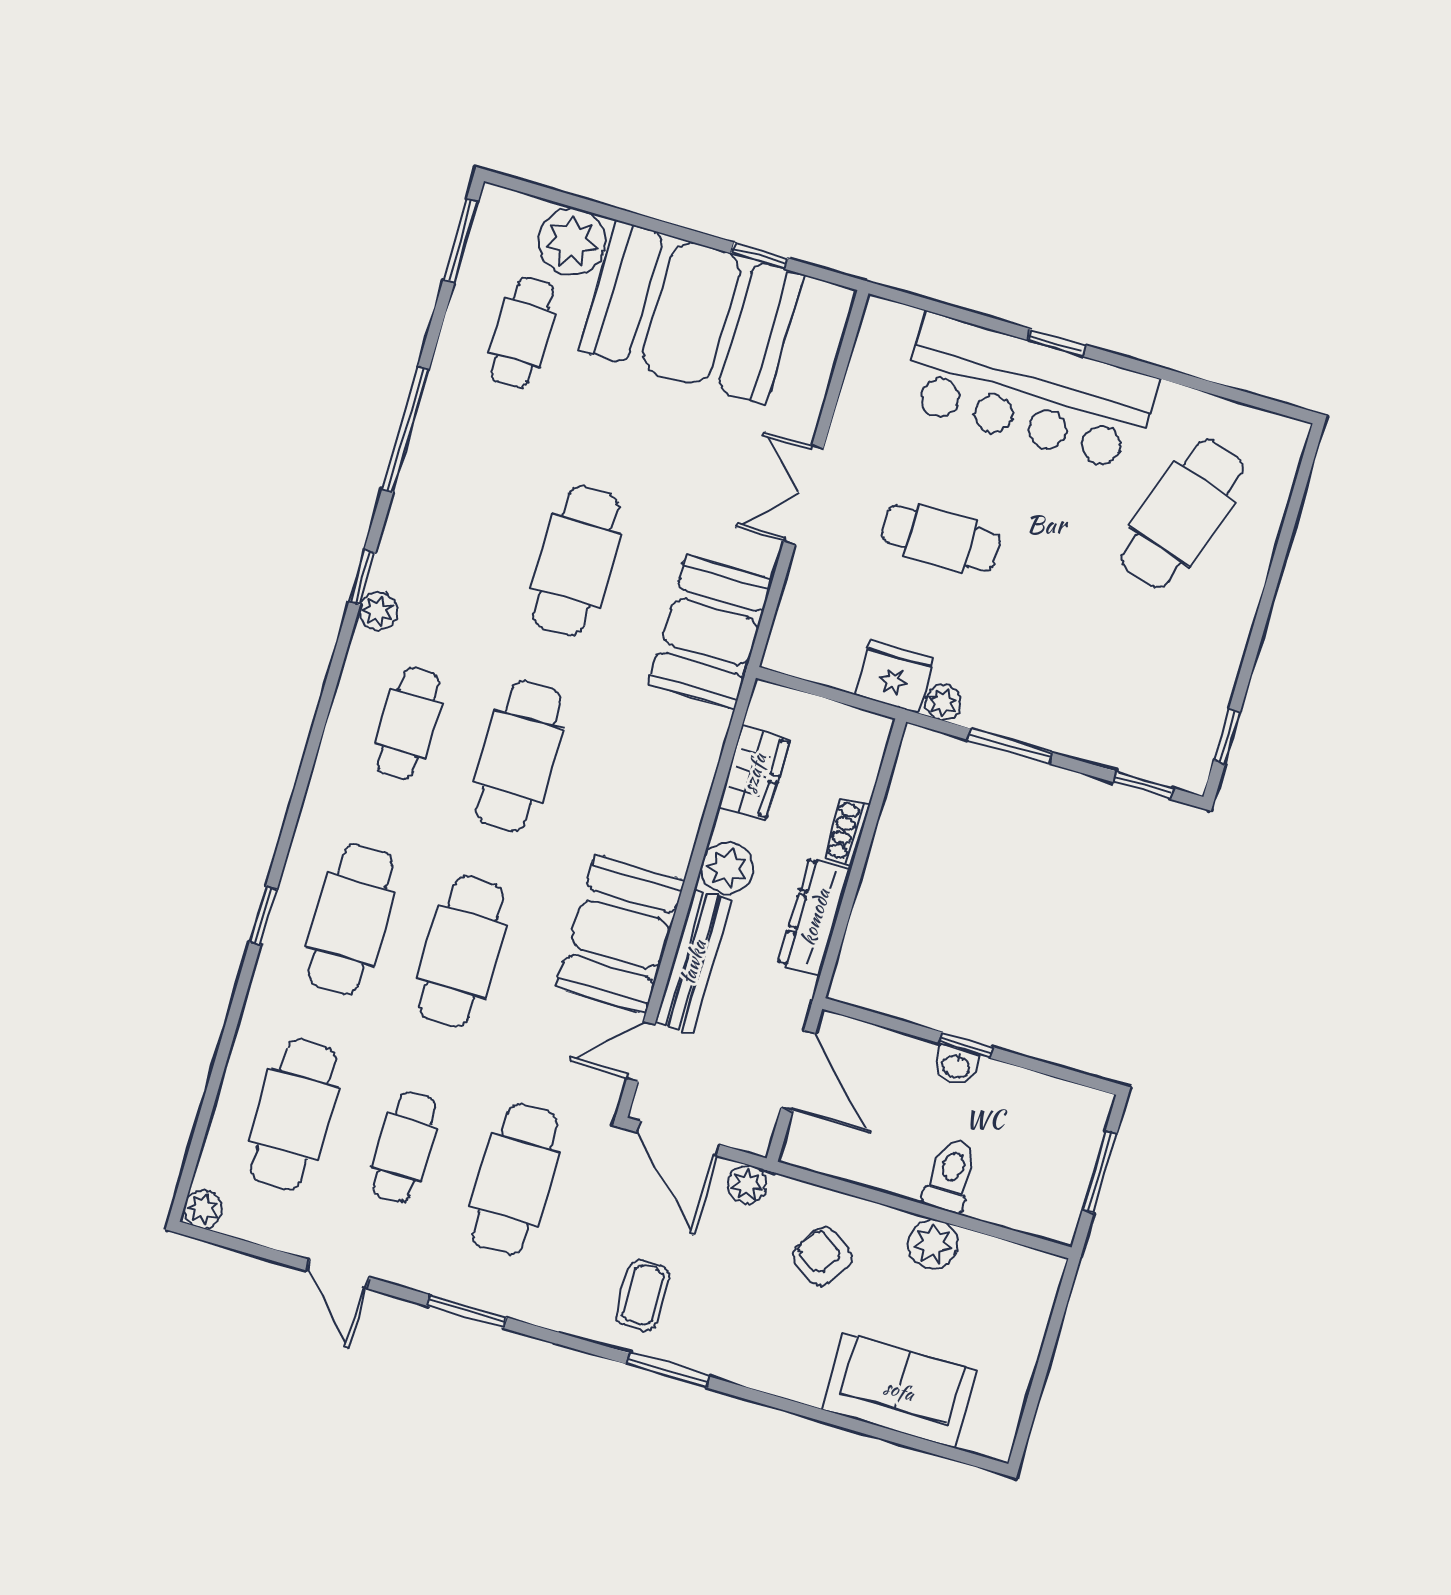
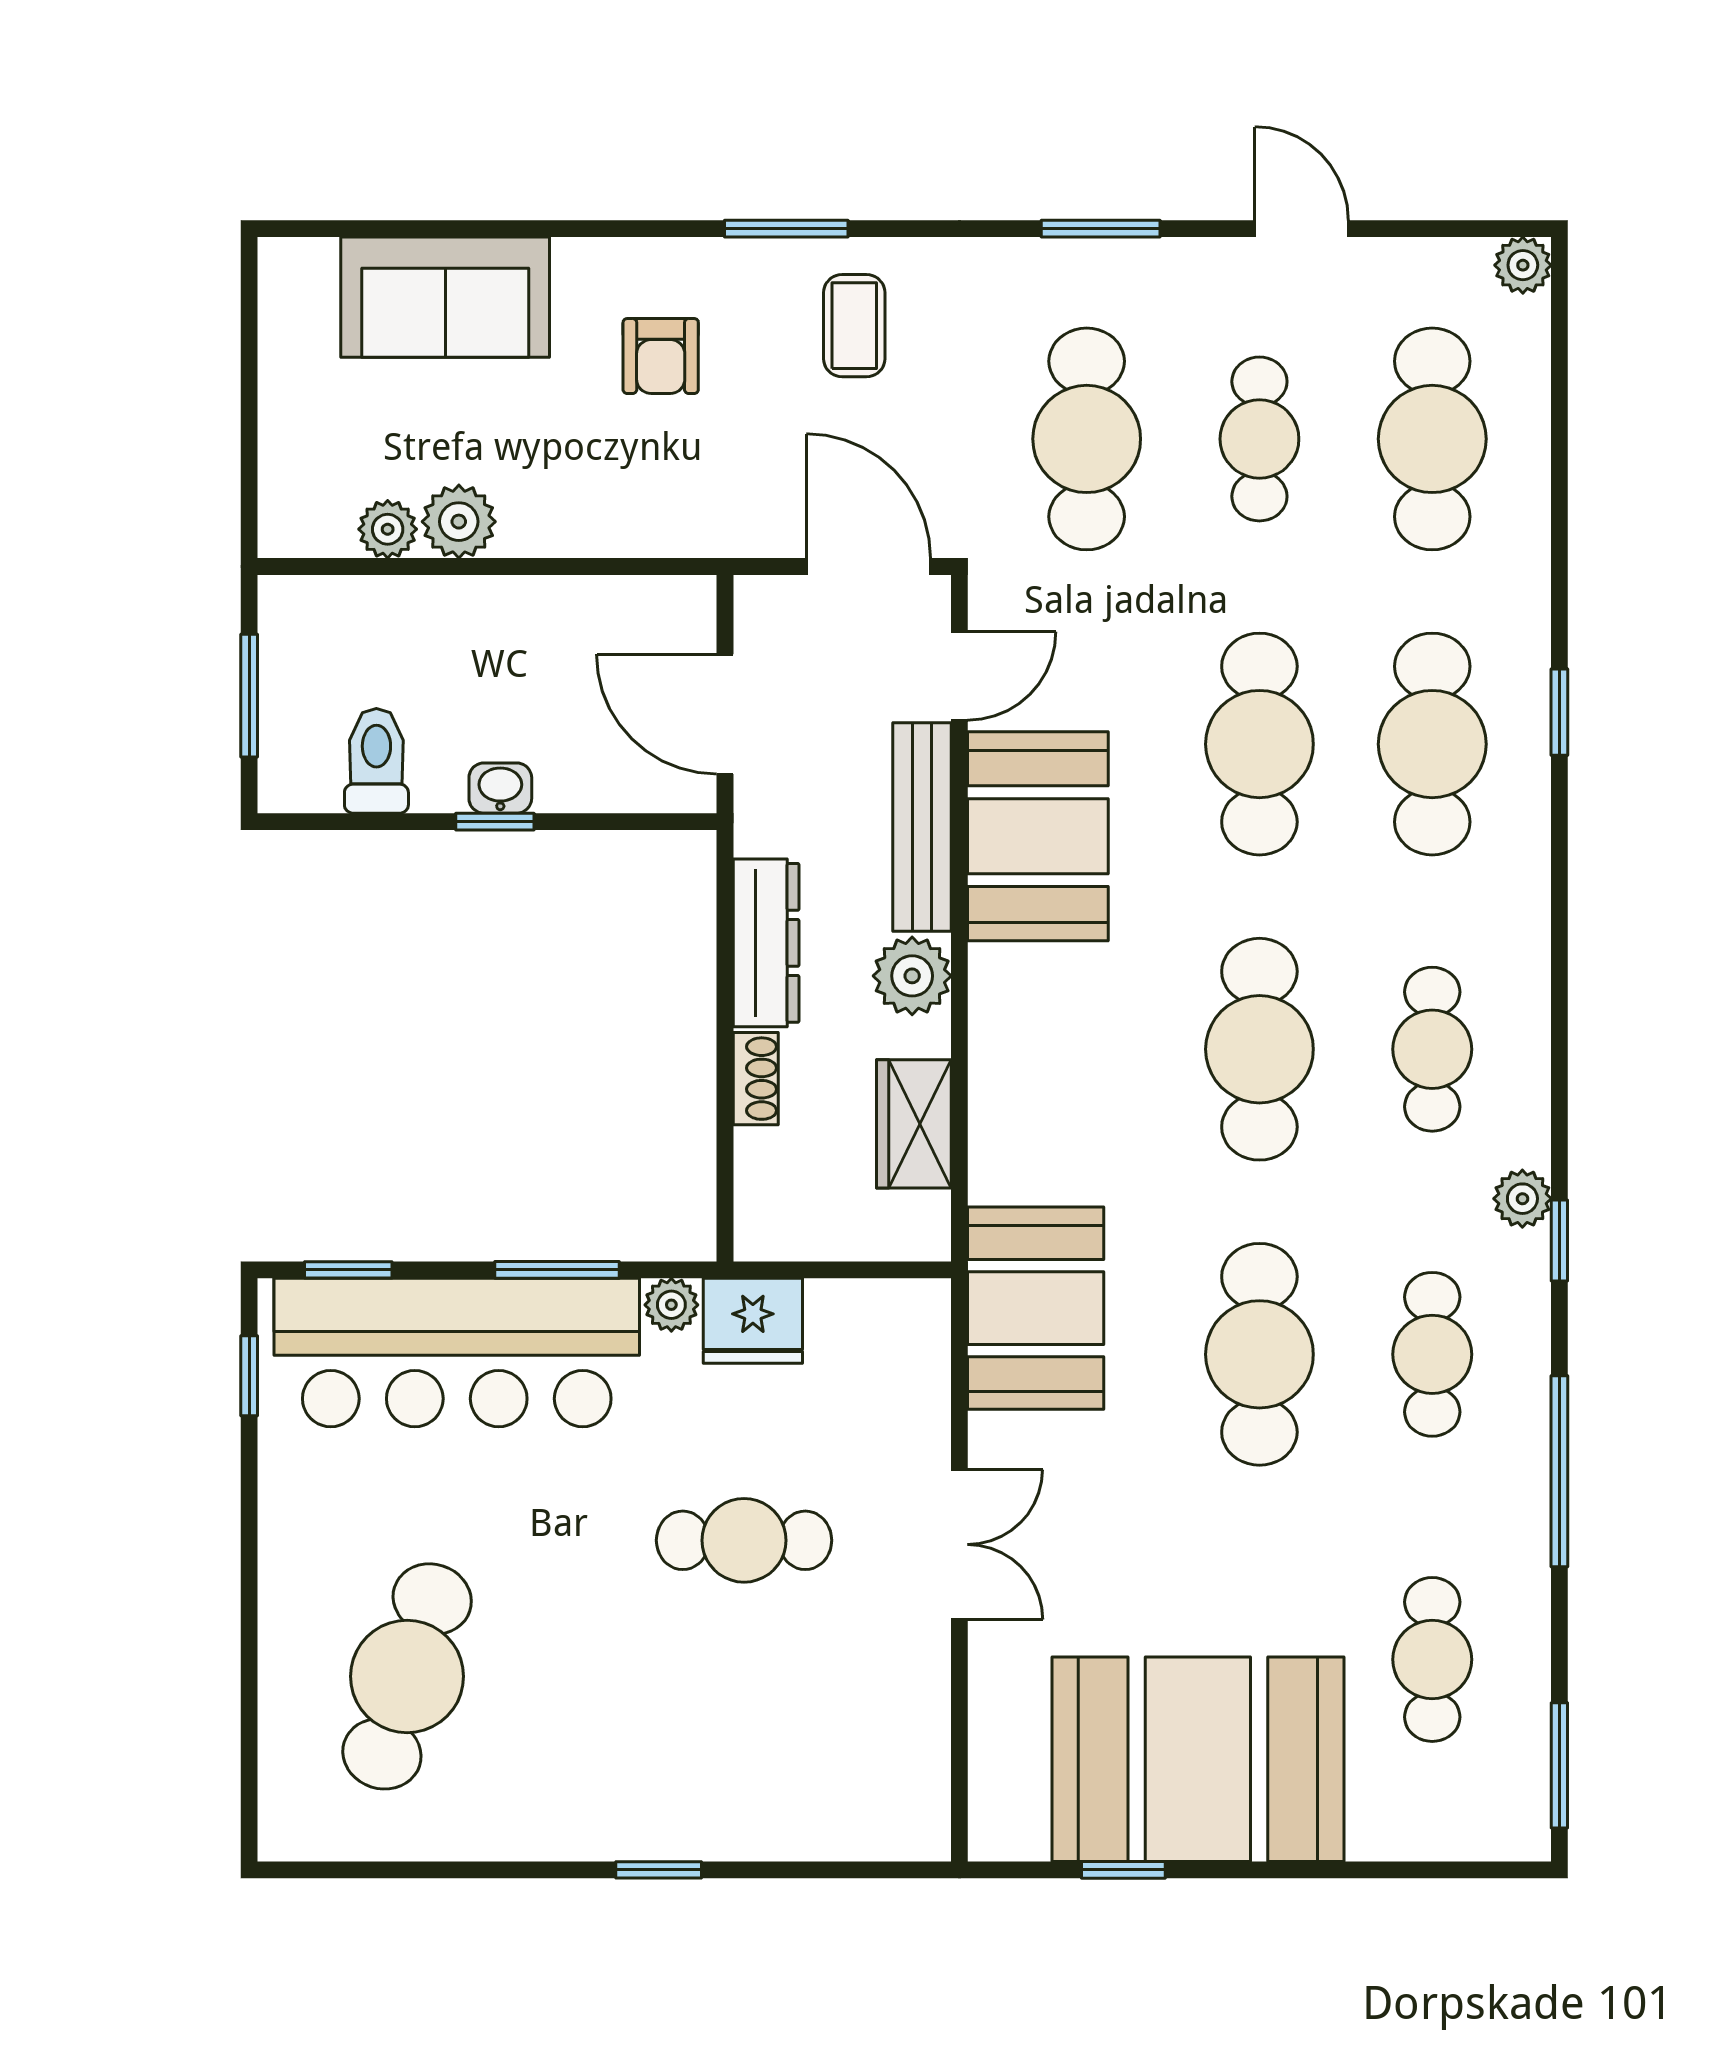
plant: (572, 241) -> (1400, 1811), removed
bar counter: (1029, 392) -> (457, 1353), moved, turned 180
cafe table: (465, 528) -> (1432, 1354), added
toilet: (950, 1176) -> (376, 761), moved, turned 180
plant: (747, 1184) -> (388, 529), moved
armchair: (823, 1256) -> (661, 356), moved, turned 56

